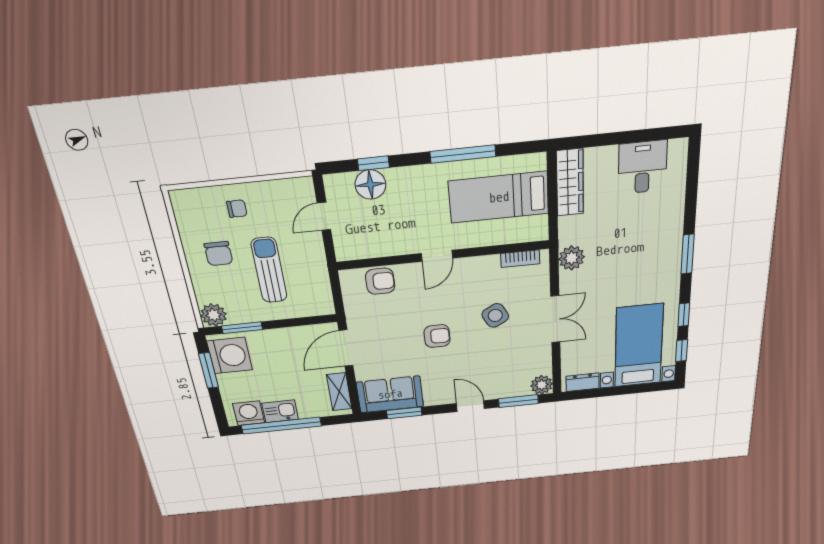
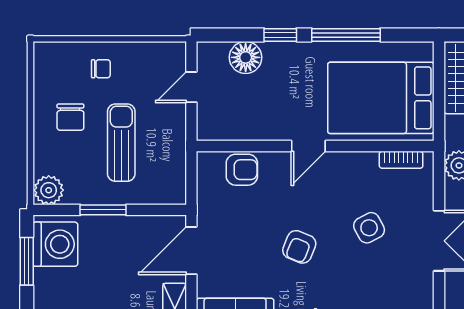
window: (373, 163) -> (280, 35), moved
bed: (499, 197) -> (381, 98), width x1.50
window: (242, 328) -> (103, 210), moved
armchair: (437, 336) -> (299, 247), turned 112

